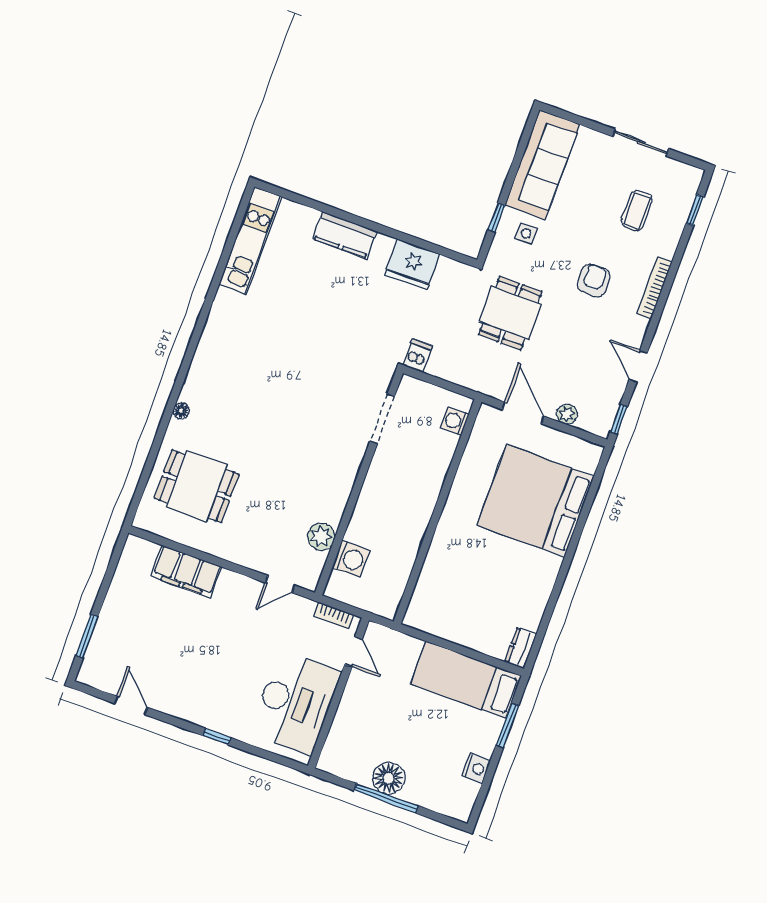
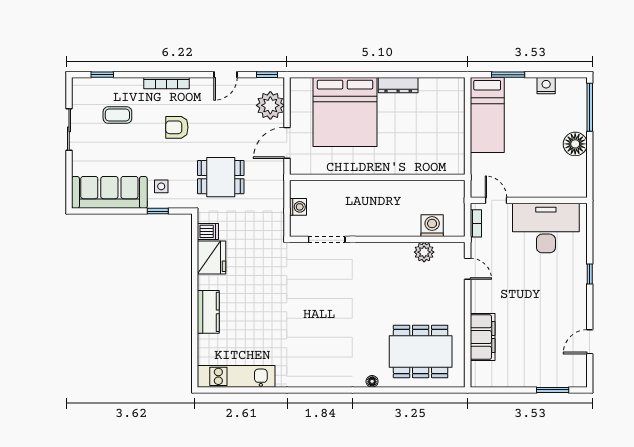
dishwasher: (417, 356) -> (208, 231), moved, turned 180
plant: (567, 414) -> (270, 105), width x1.88, depth x1.88
washing machine: (455, 421) -> (298, 207), moved, turned -90
dining table: (197, 486) -> (421, 351), width x1.38
dresser: (521, 648) -> (398, 85), moved, width x1.44
door: (354, 652) -> (496, 200), hinge flipped
window: (386, 798) -> (590, 107), moved

